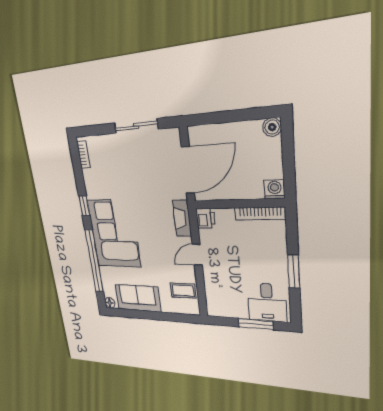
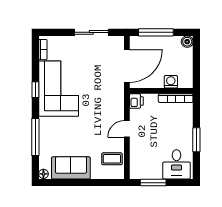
window: (223, 117) -> (156, 32), added
washing machine: (275, 189) -> (171, 82), moved
fireplace: (182, 218) -> (118, 101), removed
corner sofa: (114, 234) -> (59, 89), moved
window: (94, 261) -> (35, 137), width x0.68
window: (256, 324) -> (153, 183), moved

